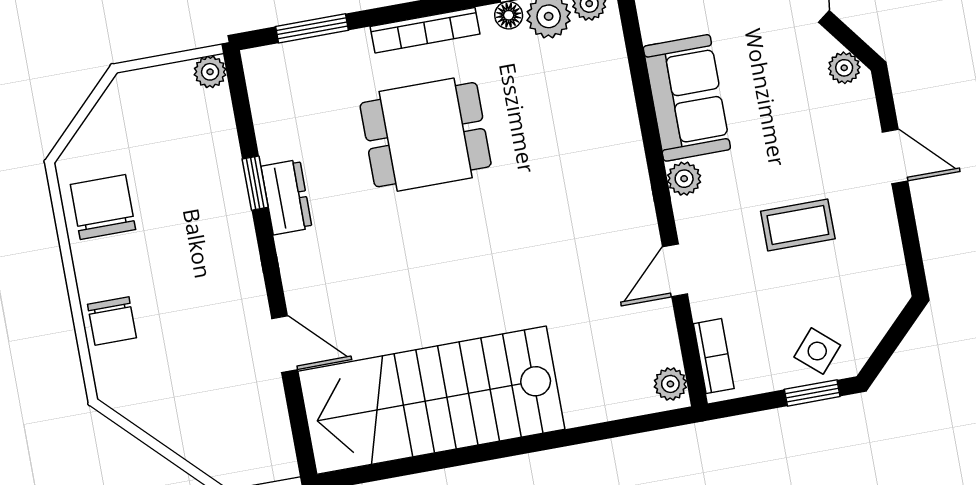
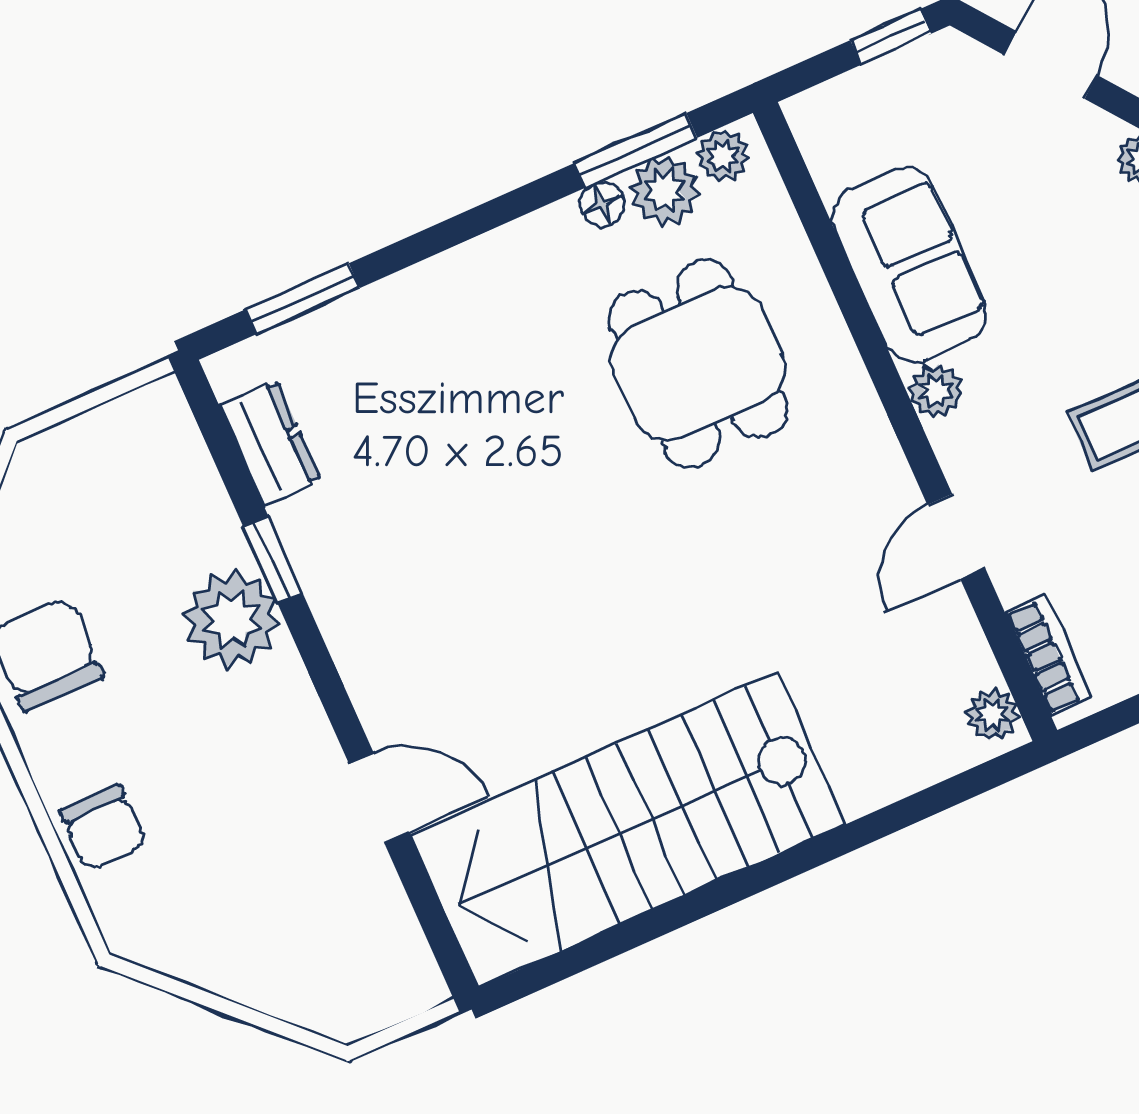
bookcase: (425, 30) -> (478, 259), removed
plant: (210, 72) -> (232, 619), moved, width x1.88, depth x1.88
dining table: (426, 135) -> (698, 364), moved, turned 90
dresser: (286, 197) -> (270, 442), moved

